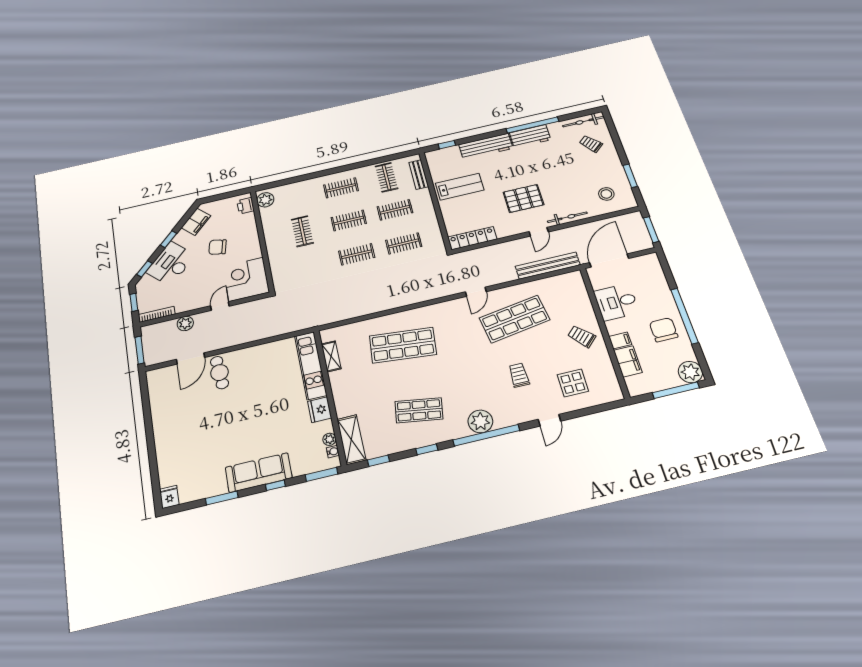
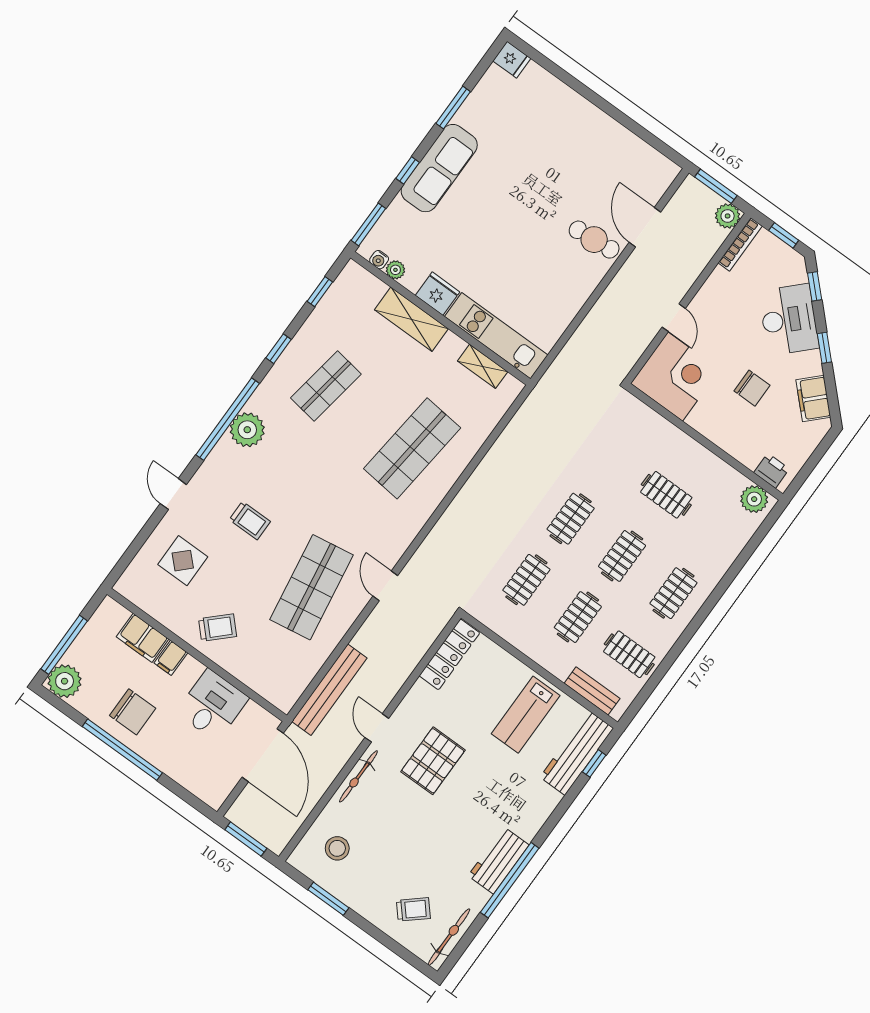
workbench: (486, 146) -> (577, 753), moved
chair: (218, 247) -> (752, 388), turned 78
plant: (185, 323) -> (728, 216), moved
shelving: (351, 440) -> (411, 319), moved

